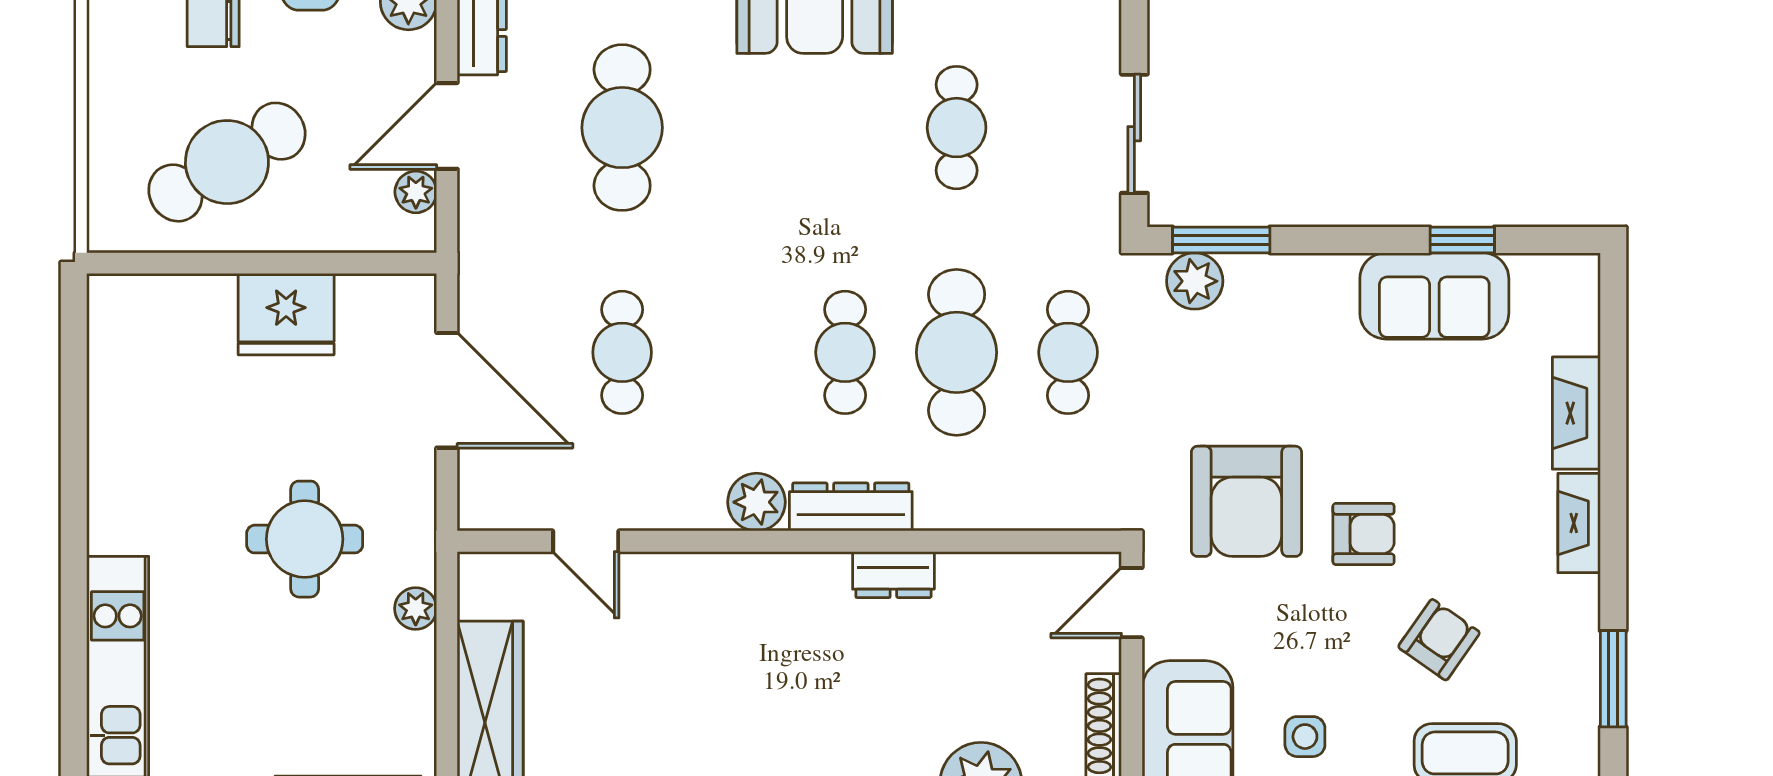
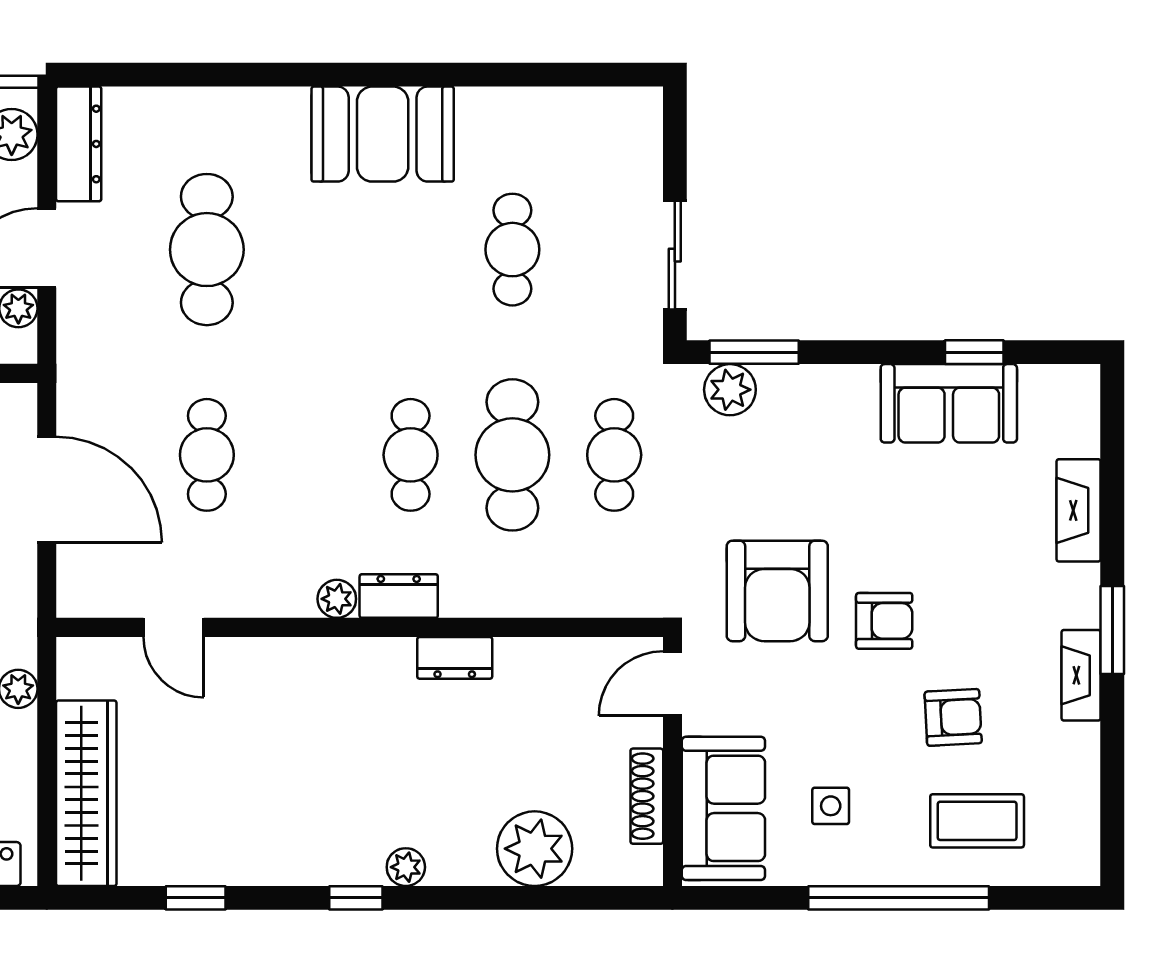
plant: (757, 502) -> (337, 599), width x0.73, depth x0.73
dresser: (851, 507) -> (399, 596), width x0.70
fireplace: (1579, 523) -> (1081, 675), moved
armchair: (1439, 640) -> (953, 717), turned 52
window: (1613, 679) -> (1112, 630), moved

